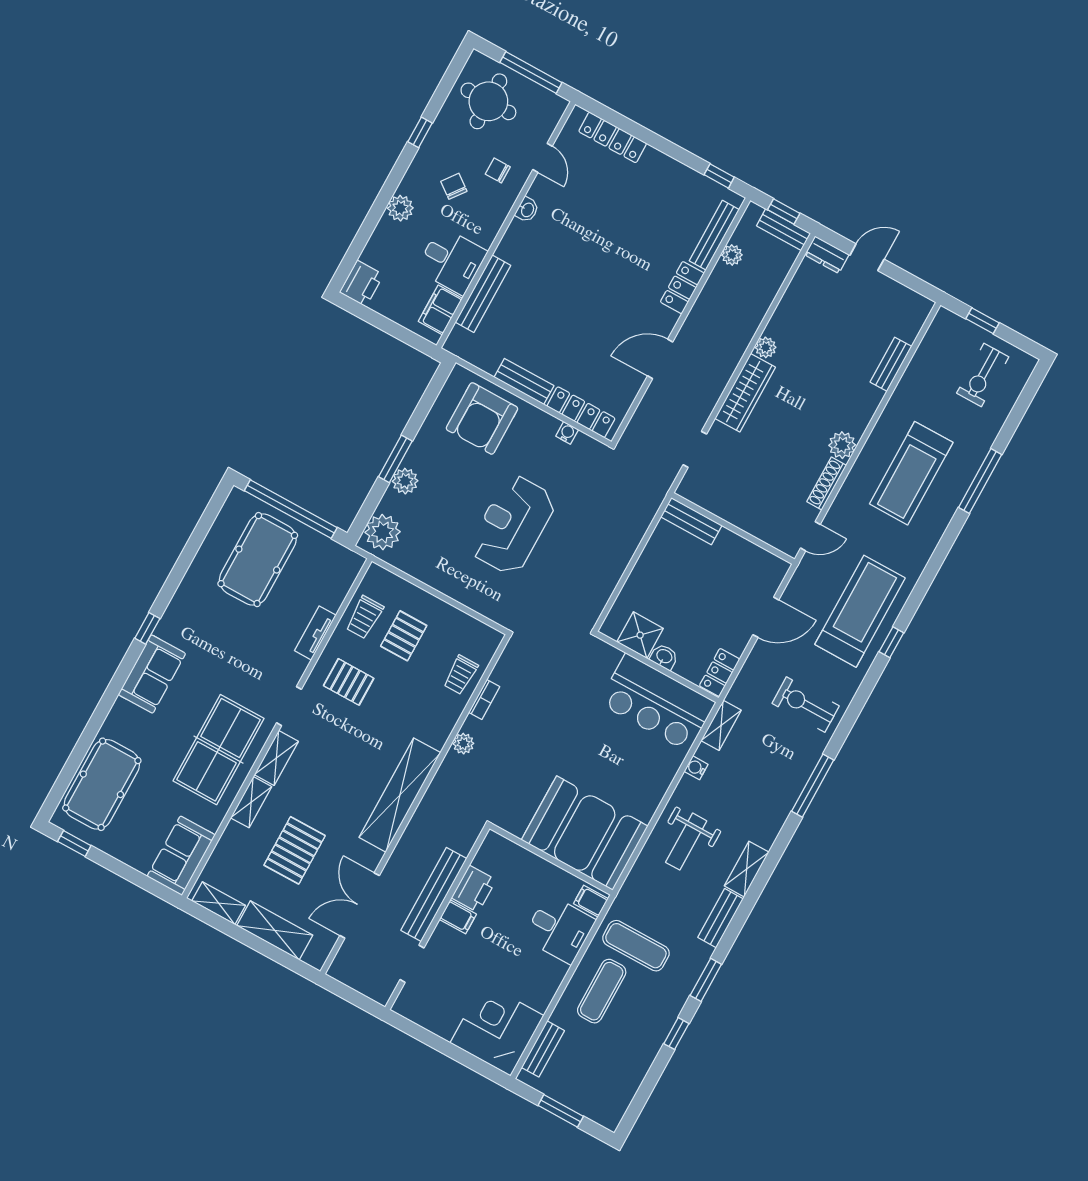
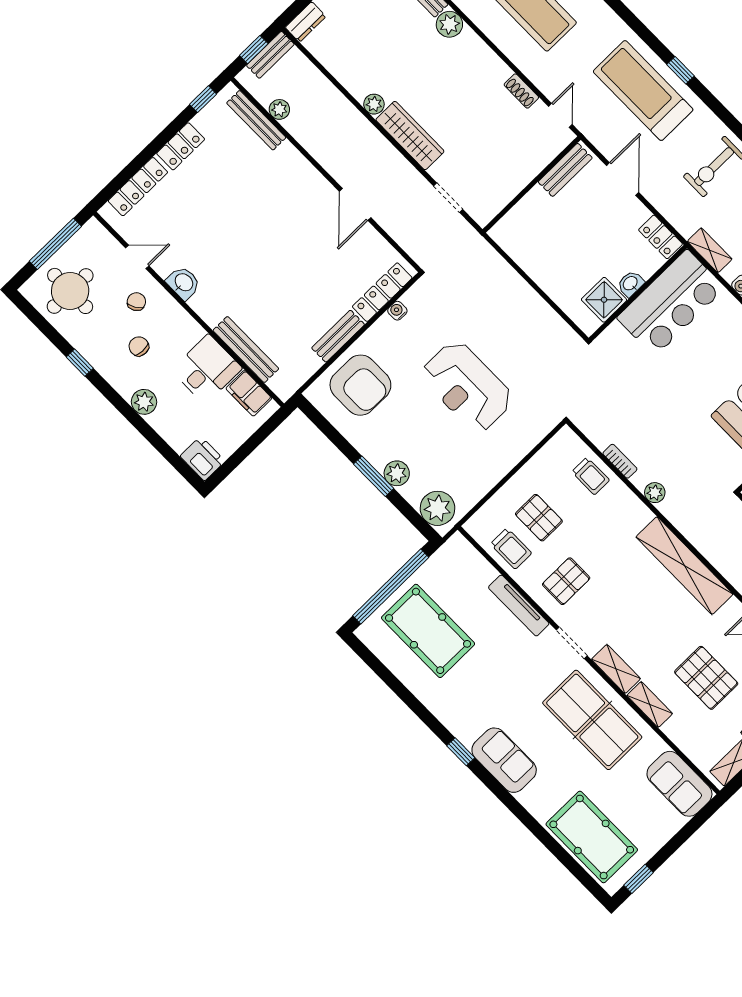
chair: (498, 170) -> (136, 302), turned 149
chair: (454, 186) -> (139, 346), turned 55
washbasin: (527, 210) -> (183, 283), width x1.38, depth x1.45
locker: (682, 288) -> (181, 146), moved, turned -90
plant: (842, 445) -> (449, 24), moved
shoe rack: (827, 483) -> (521, 91), width x0.70
bench: (691, 521) -> (565, 170), moved
tv unit: (315, 633) -> (519, 606), width x1.41

